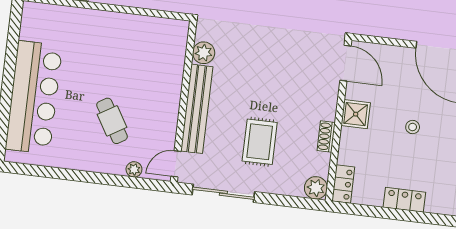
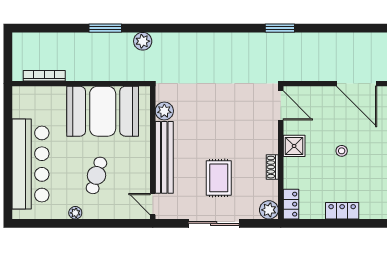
booth: (129, 44) -> (103, 111), added
cafe table: (112, 121) -> (96, 175), turned 48
door: (176, 164) -> (153, 204), hinge flipped
plant: (134, 169) -> (75, 213), moved
sliding door: (223, 193) -> (214, 223), moved

